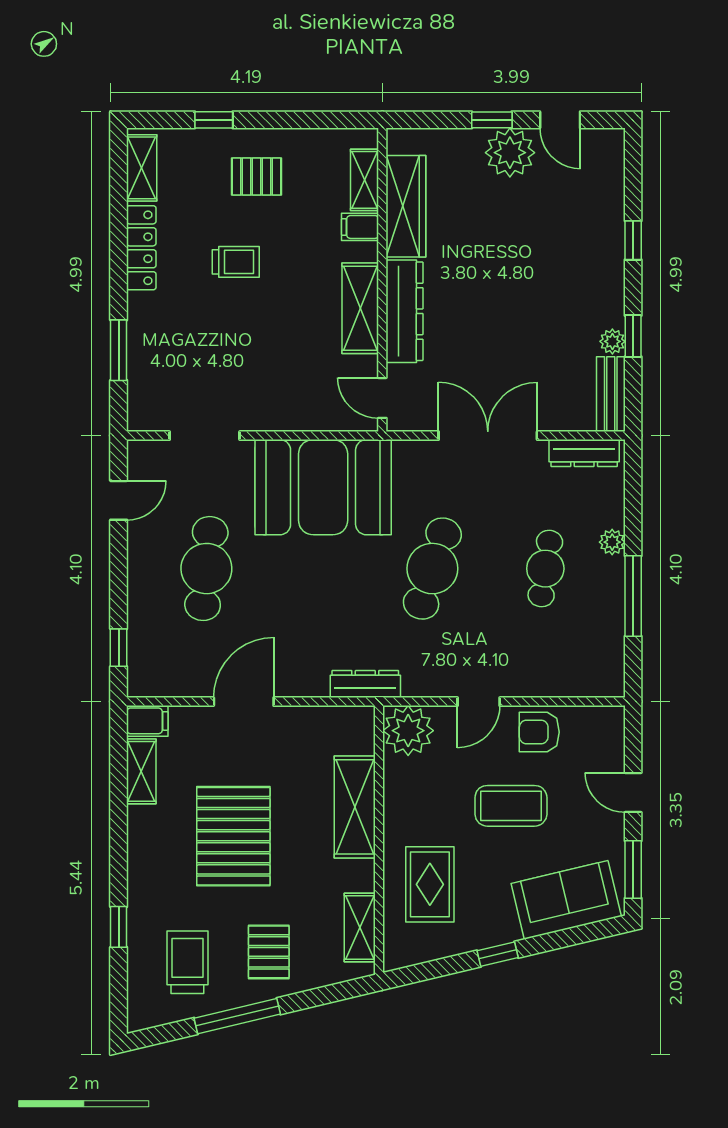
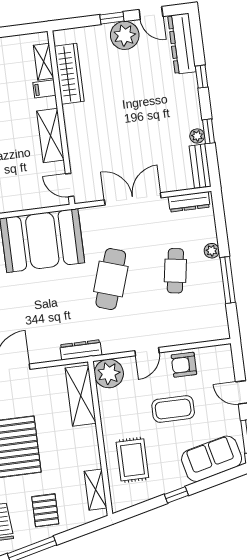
dresser: (405, 311) -> (182, 44), moved, turned 180
shelving: (355, 807) -> (81, 396), moved

